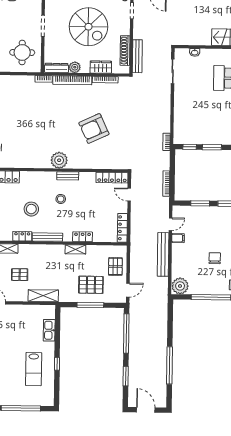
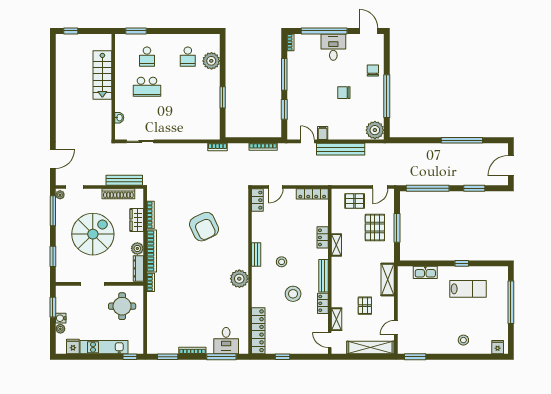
window: (190, 147) -> (223, 122), removed
plant: (59, 160) -> (239, 279), moved
locker: (112, 178) -> (257, 200), width x0.66
door: (128, 290) -> (380, 187), swing flipped

